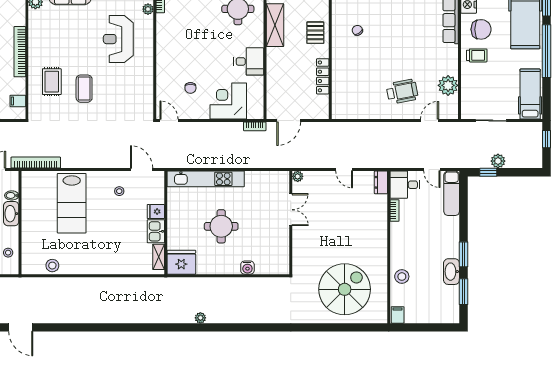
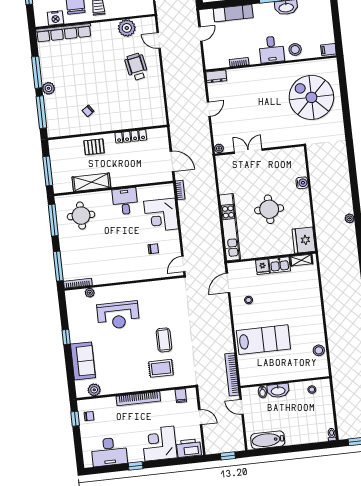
coffee table: (84, 89) -> (164, 340), turned 90
desk: (405, 185) -> (271, 49), moved
exam couch: (452, 193) -> (233, 13), moved

